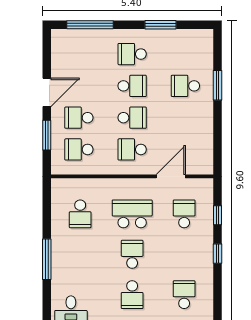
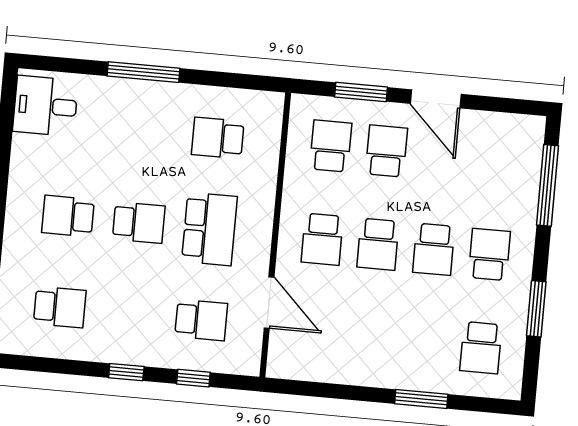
school desk: (185, 86) -> (481, 348), moved, turned 180
school desk: (132, 149) -> (322, 239), turned 180

